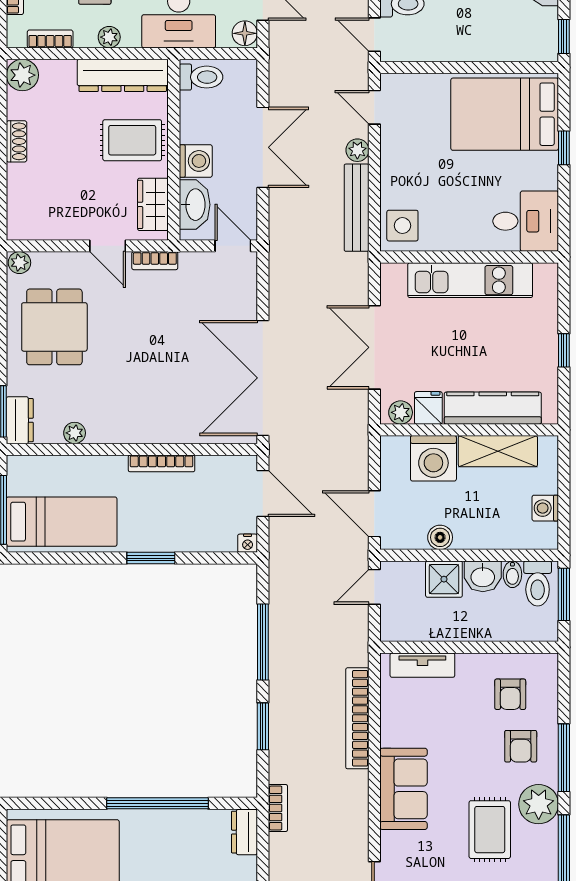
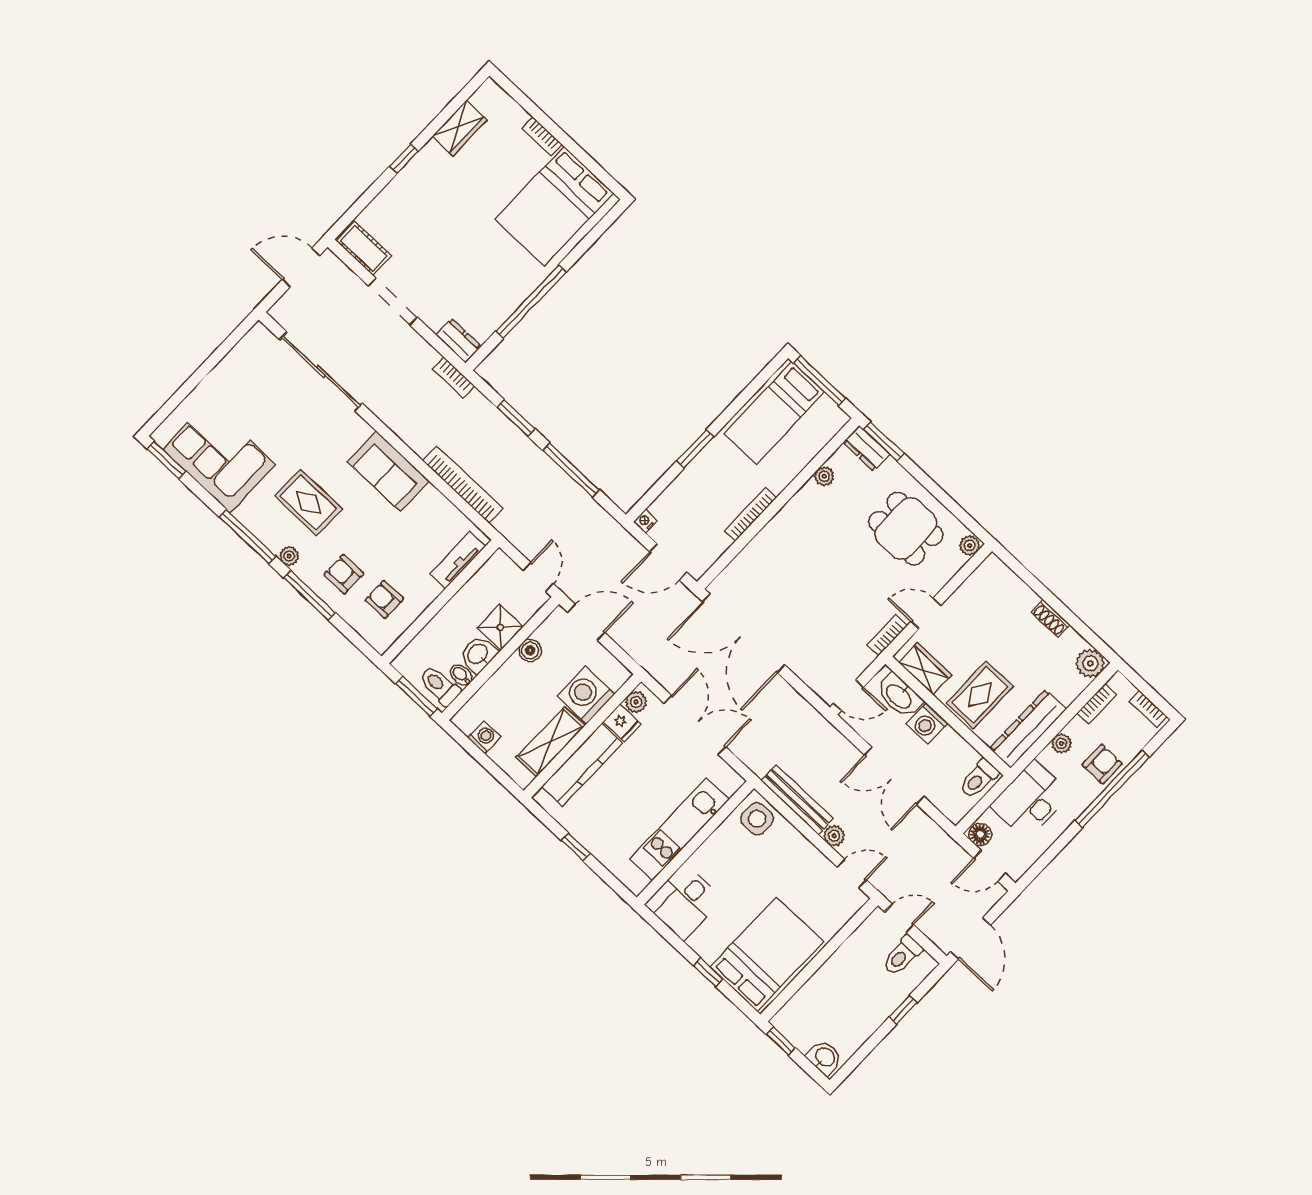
double door: (263, 378) -> (744, 633), swing flipped
plant: (539, 804) -> (289, 556), width x0.53, depth x0.53

